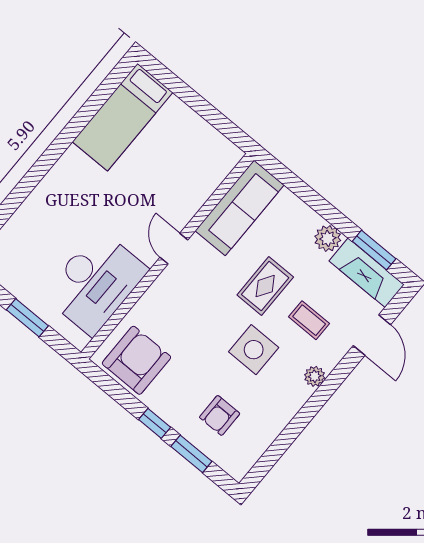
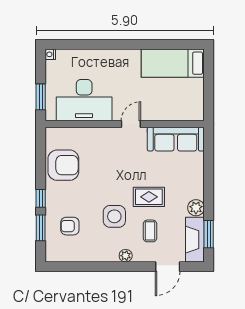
sofa: (240, 208) -> (176, 139), moved
door: (174, 249) -> (131, 124), moved
wall: (167, 256) -> (125, 124), moved
desk: (95, 282) -> (84, 100), moved

